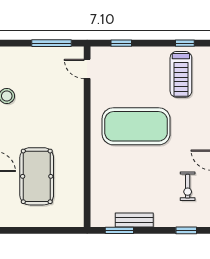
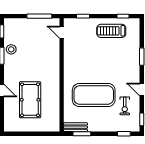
treadmill: (181, 74) -> (111, 31), moved, turned 90
exercise mat: (136, 126) -> (94, 95), moved
bench: (134, 220) -> (75, 127), moved

